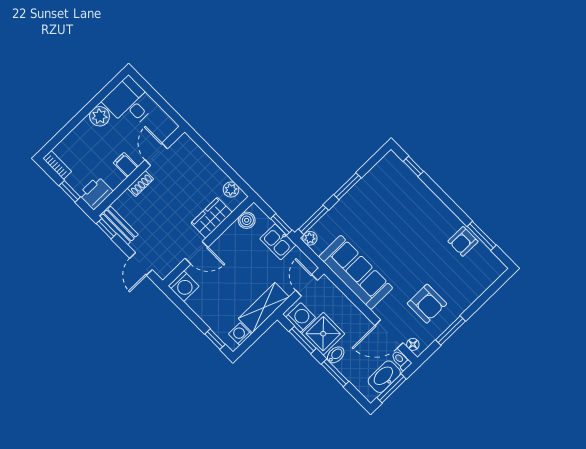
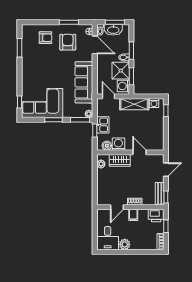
corner sofa: (383, 193) -> (42, 103), added
armchair: (463, 241) -> (46, 38), moved
door: (307, 285) -> (108, 96), swing flipped
washing machine: (184, 286) -> (118, 144), moved

